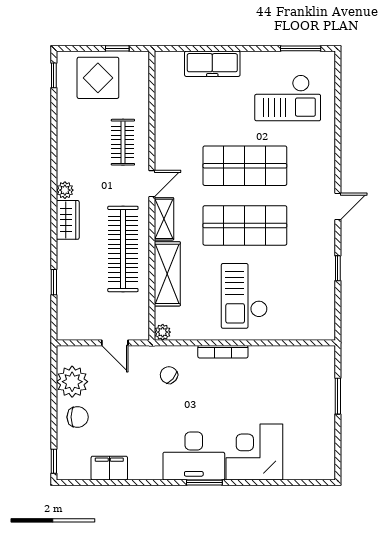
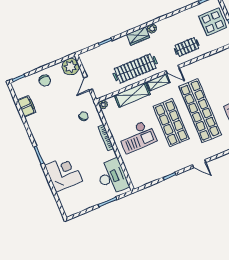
shop shelf: (245, 166) -> (200, 111), width x1.40
checkout: (244, 296) -> (137, 137), turned 180
plant: (72, 382) -> (71, 67), moved
desk: (194, 456) -> (112, 177), moved, turned 180

